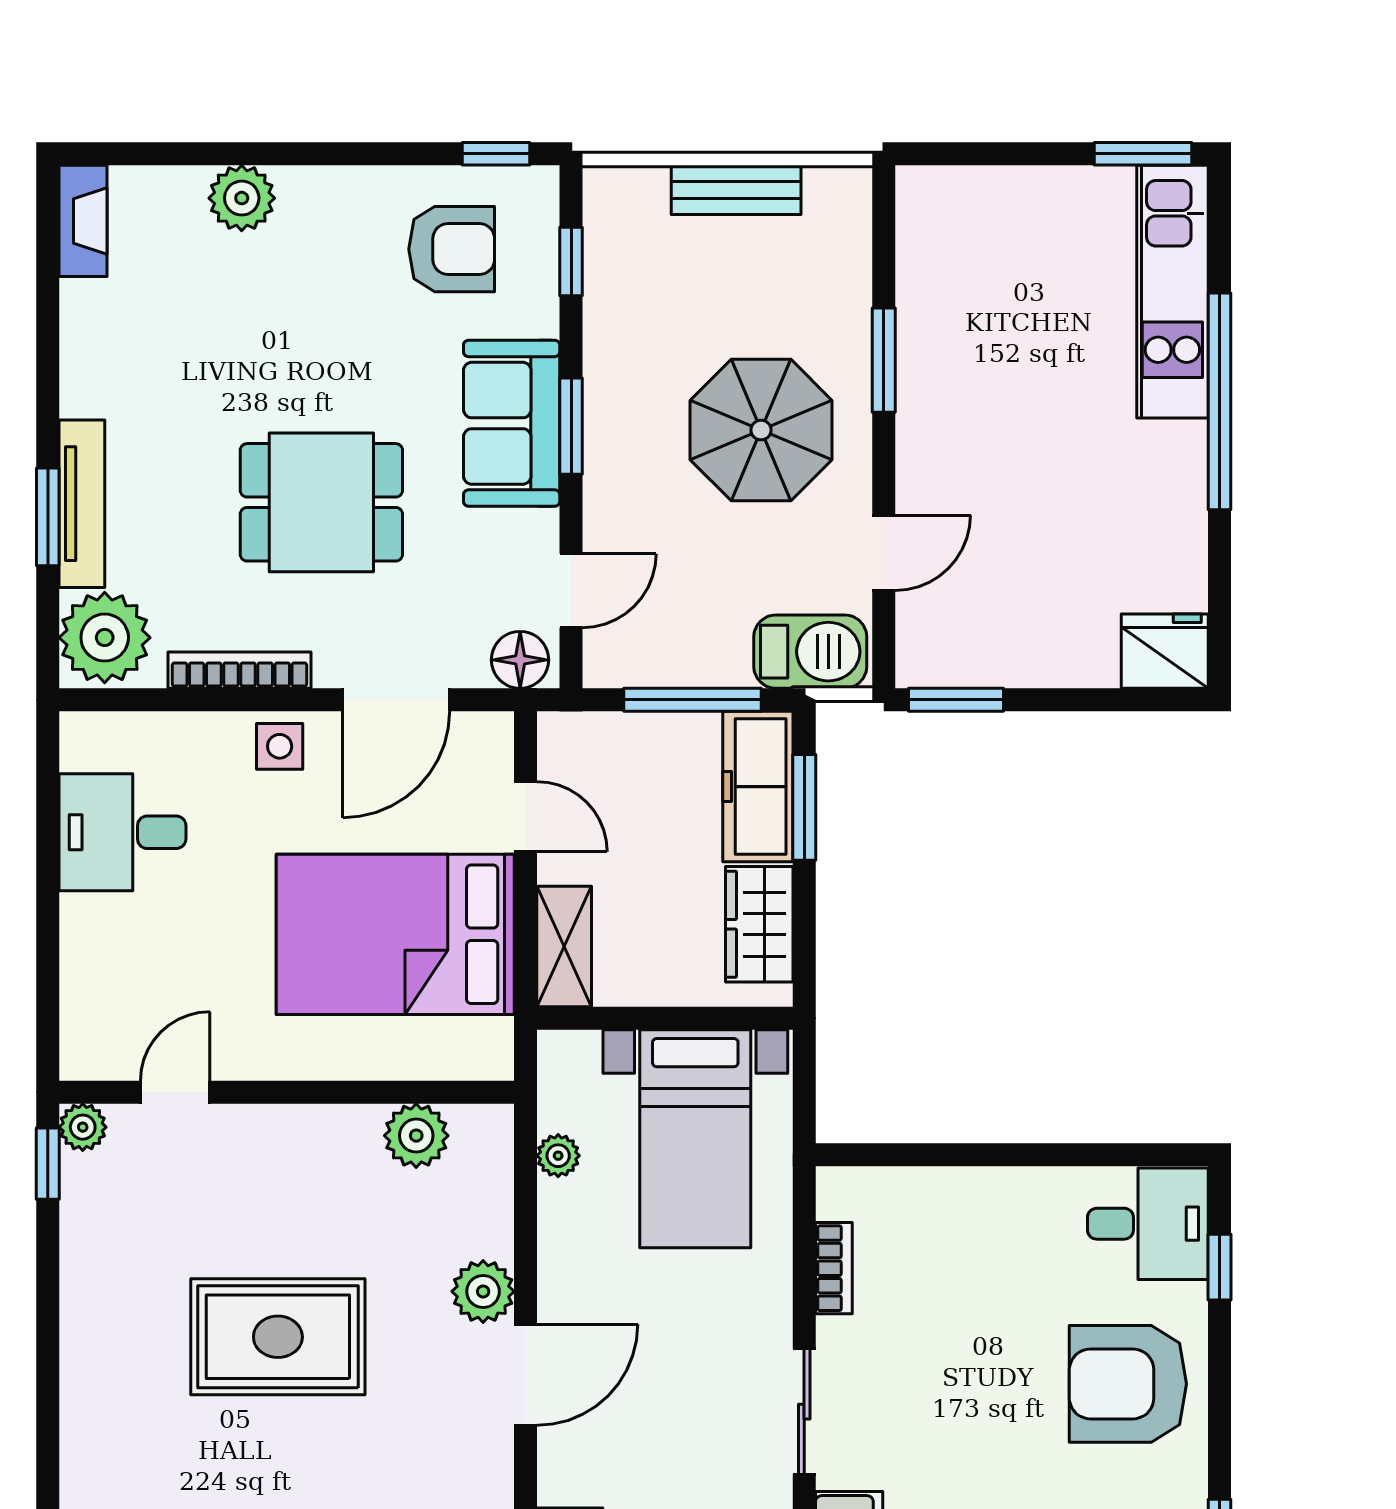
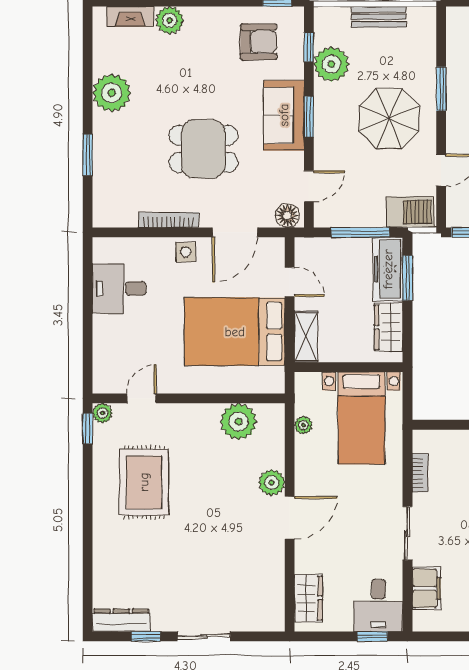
fireplace: (83, 221) -> (130, 16), moved, turned 90
plant: (624, 302) -> (331, 64), added
tv unit: (82, 504) -> (102, 149), removed
plant: (105, 638) -> (112, 93), moved
plant: (416, 1136) -> (239, 422), width x1.36, depth x1.36
rug: (278, 1337) -> (144, 482), moved, turned 90

